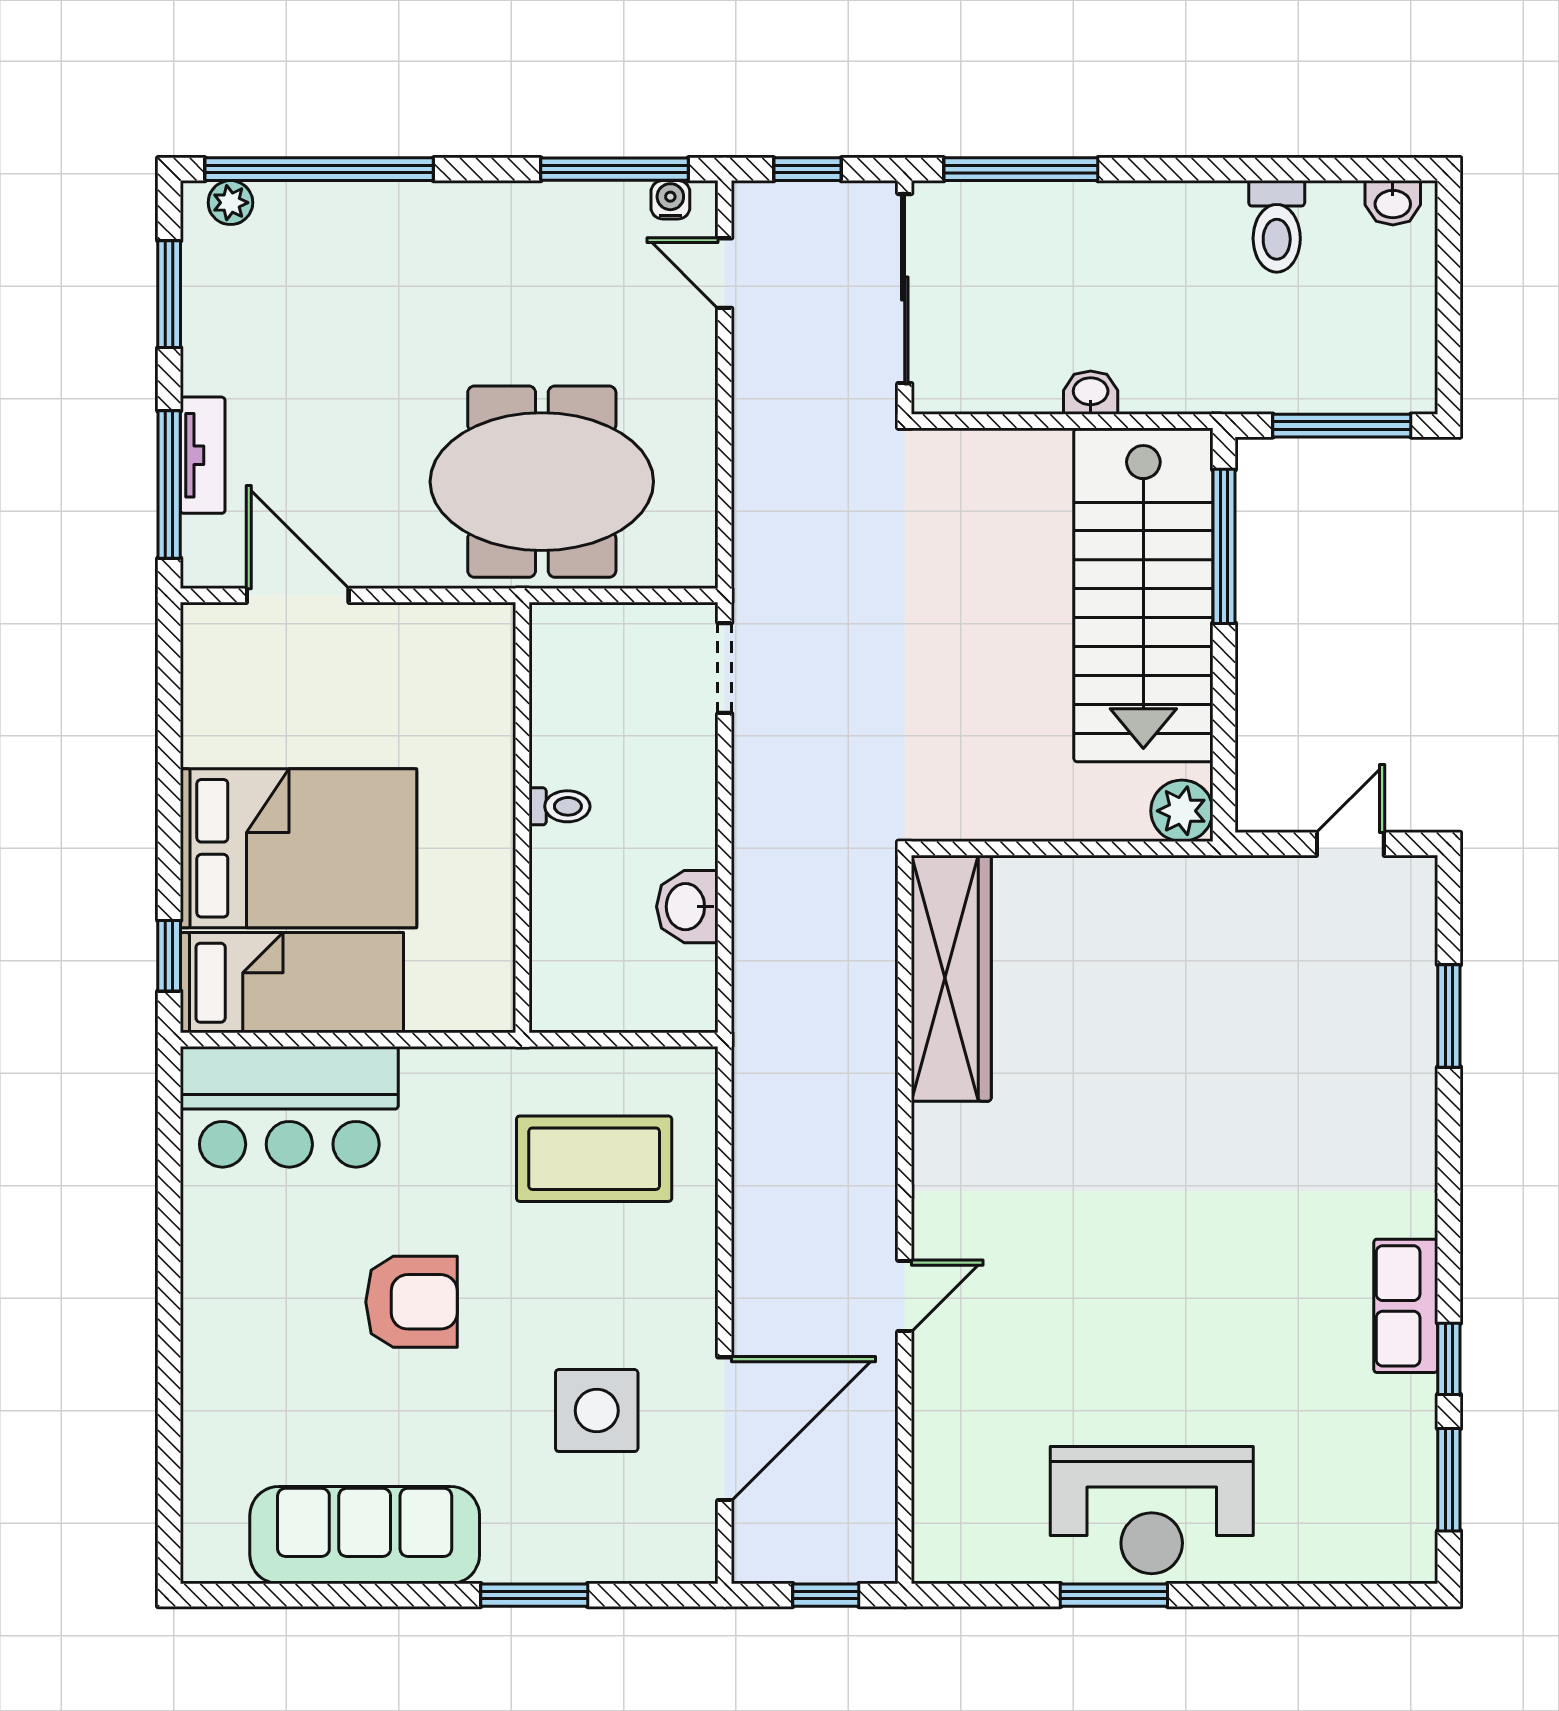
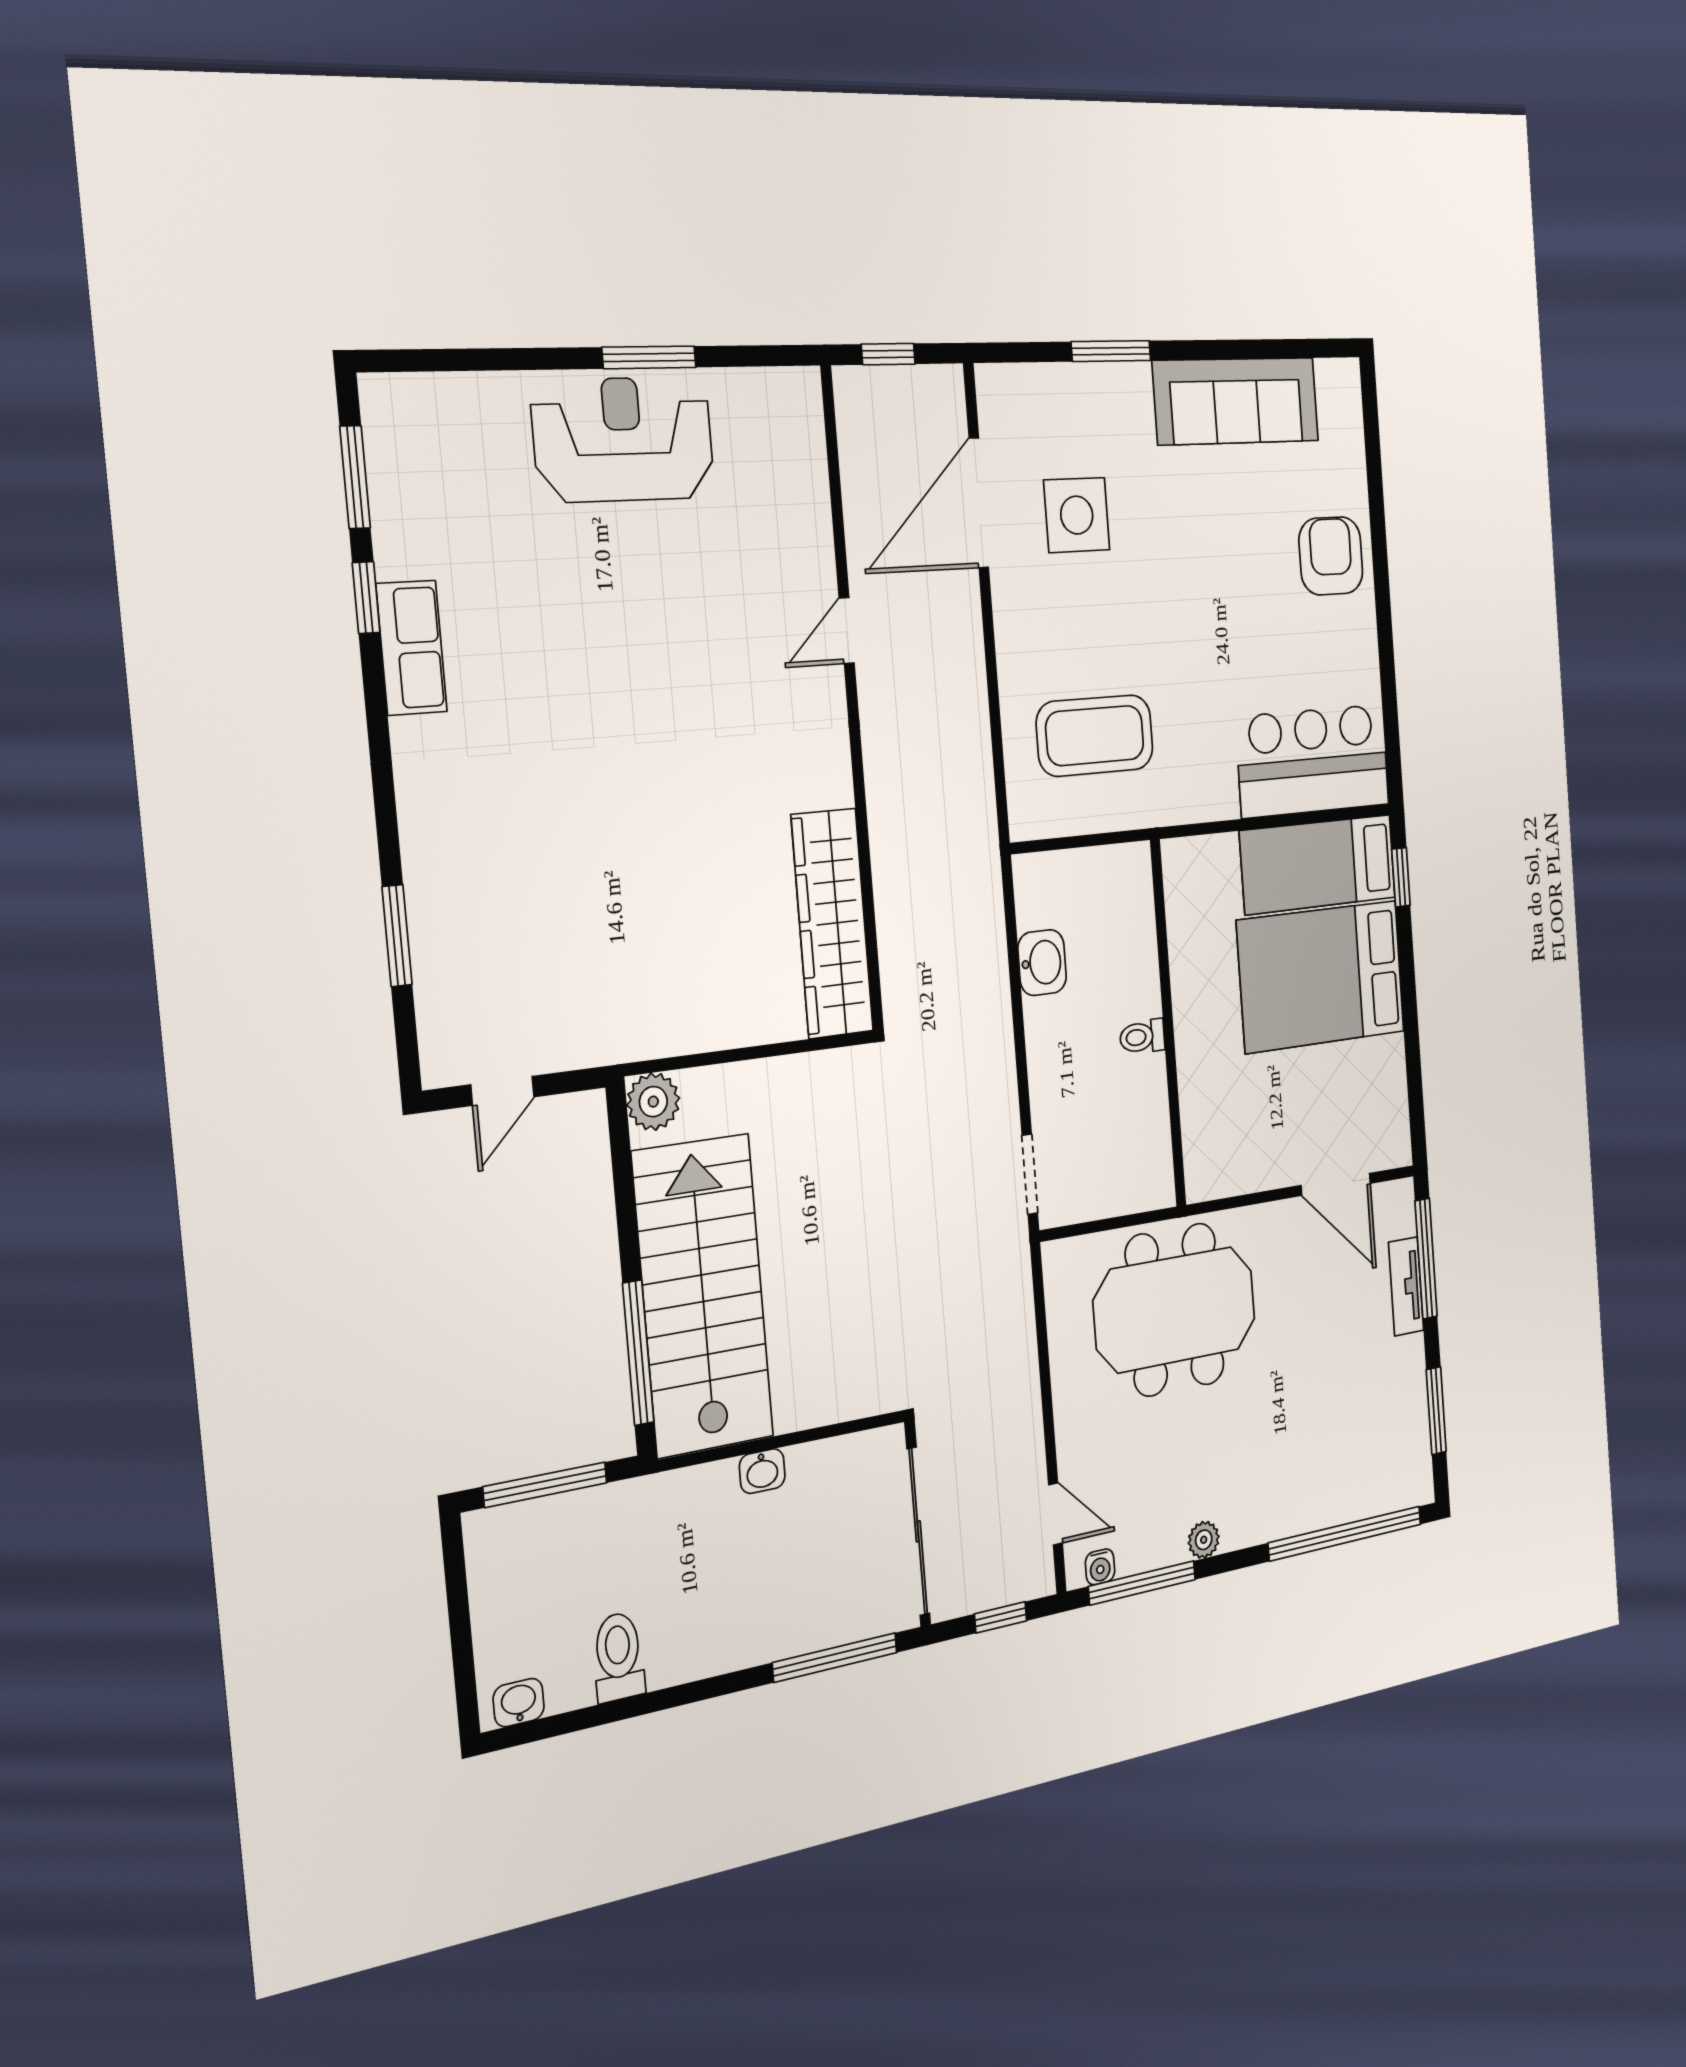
plant: (230, 203) -> (1204, 1540), moved
armchair: (411, 1302) -> (1331, 556), moved, turned 90

